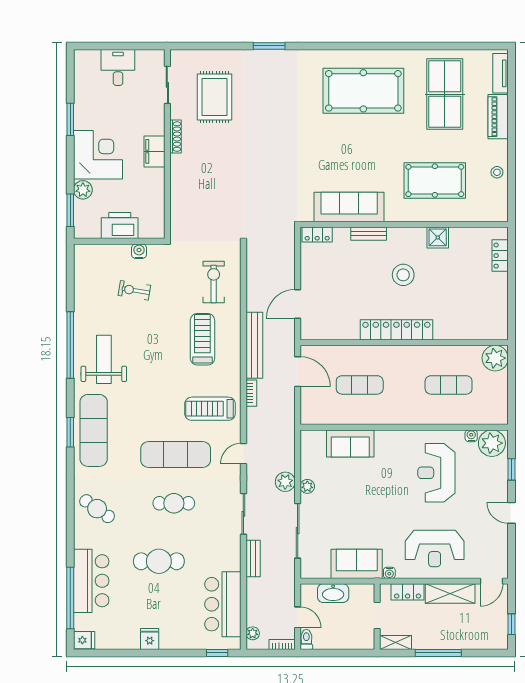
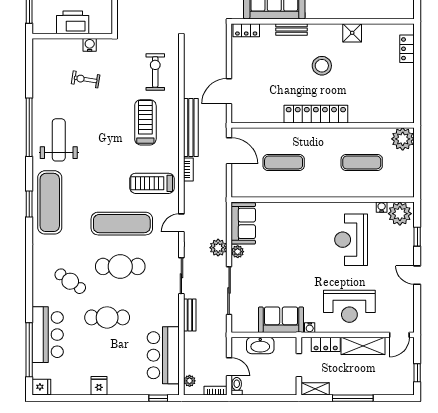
sofa: (350, 443) -> (243, 223), moved, turned -90
cafe table: (174, 503) -> (120, 266), width x1.37, depth x1.35
cafe table: (97, 509) -> (70, 281), moved

